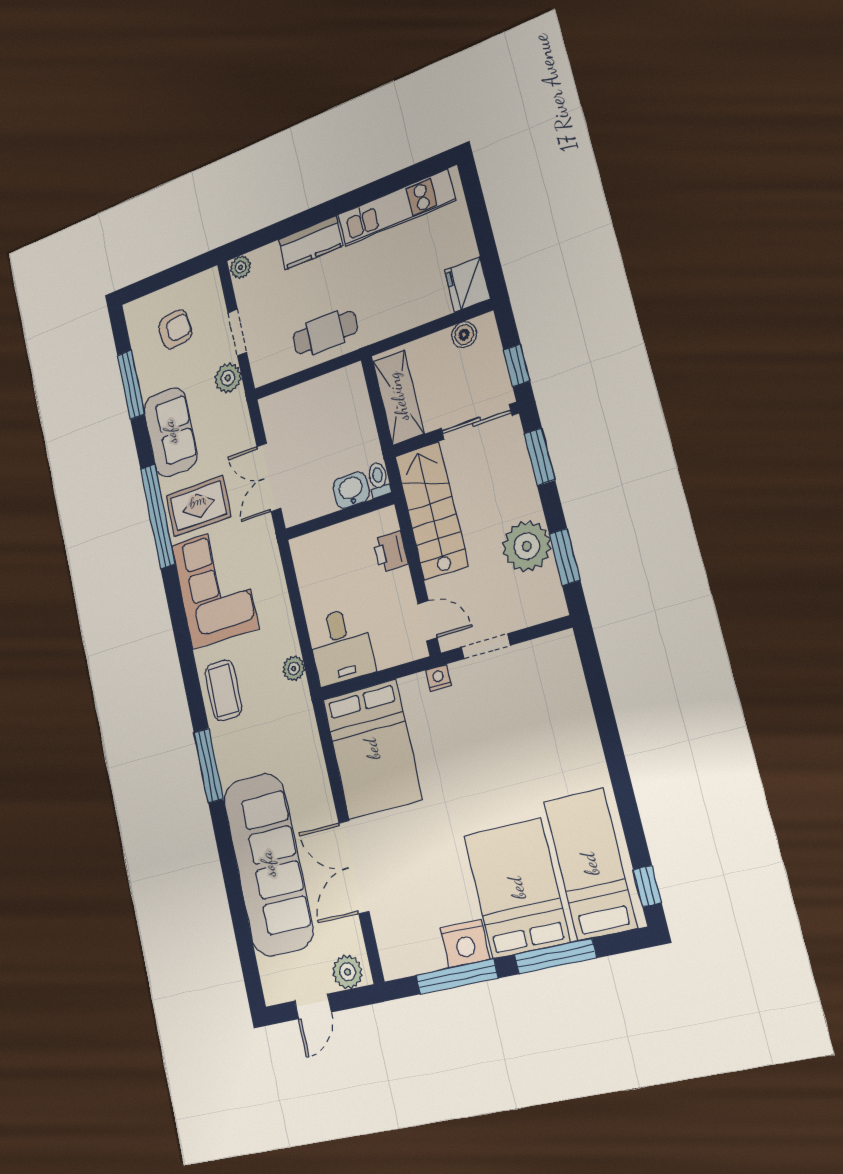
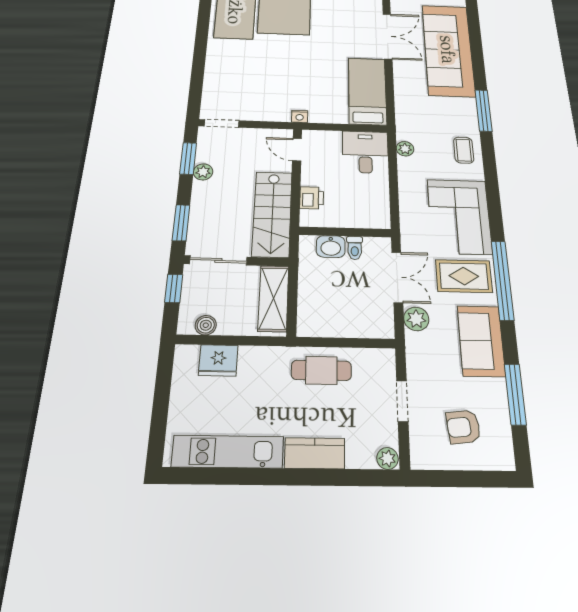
fridge: (467, 284) -> (218, 360), moved, turned 90
plant: (228, 378) -> (416, 319), moved
toilet: (379, 479) -> (355, 248), moved
plant: (527, 546) -> (203, 172), width x0.53, depth x0.53
doorway: (486, 646) -> (222, 123), moved
coffee table: (223, 690) -> (464, 150), width x0.73, depth x0.77
bed: (372, 749) -> (367, 91), width x0.67

